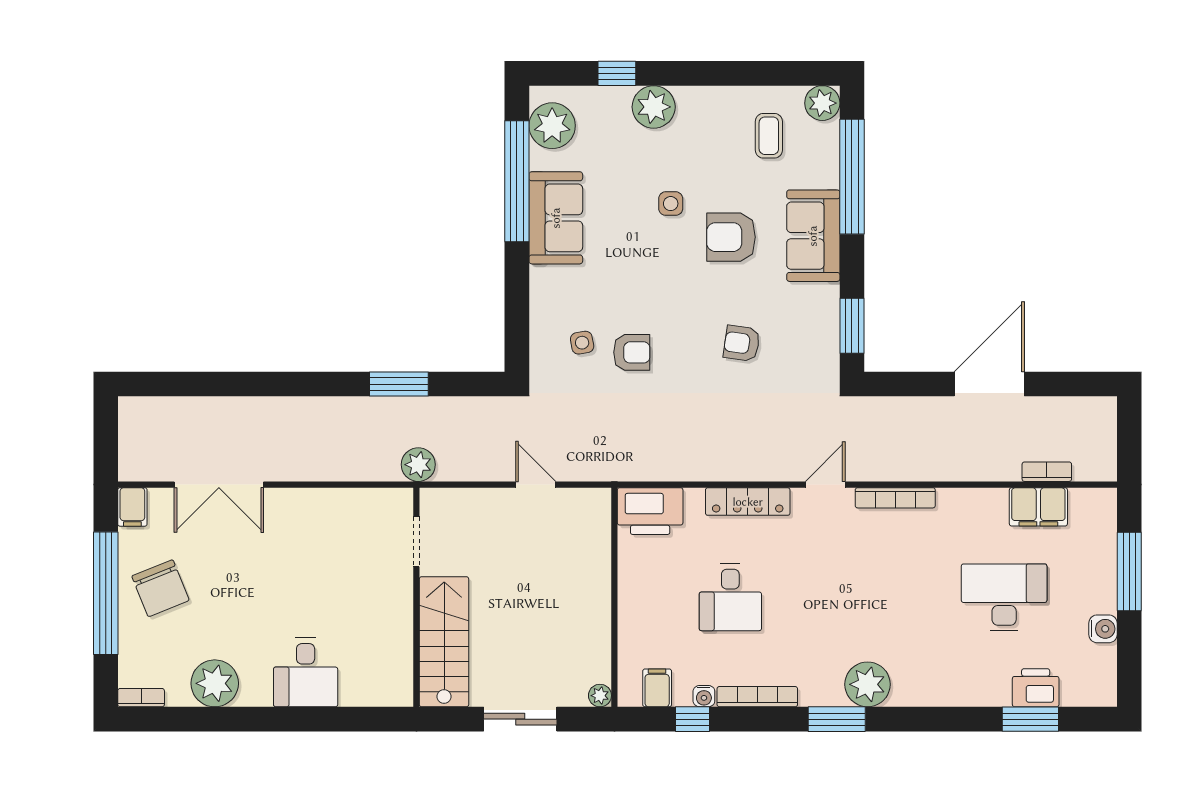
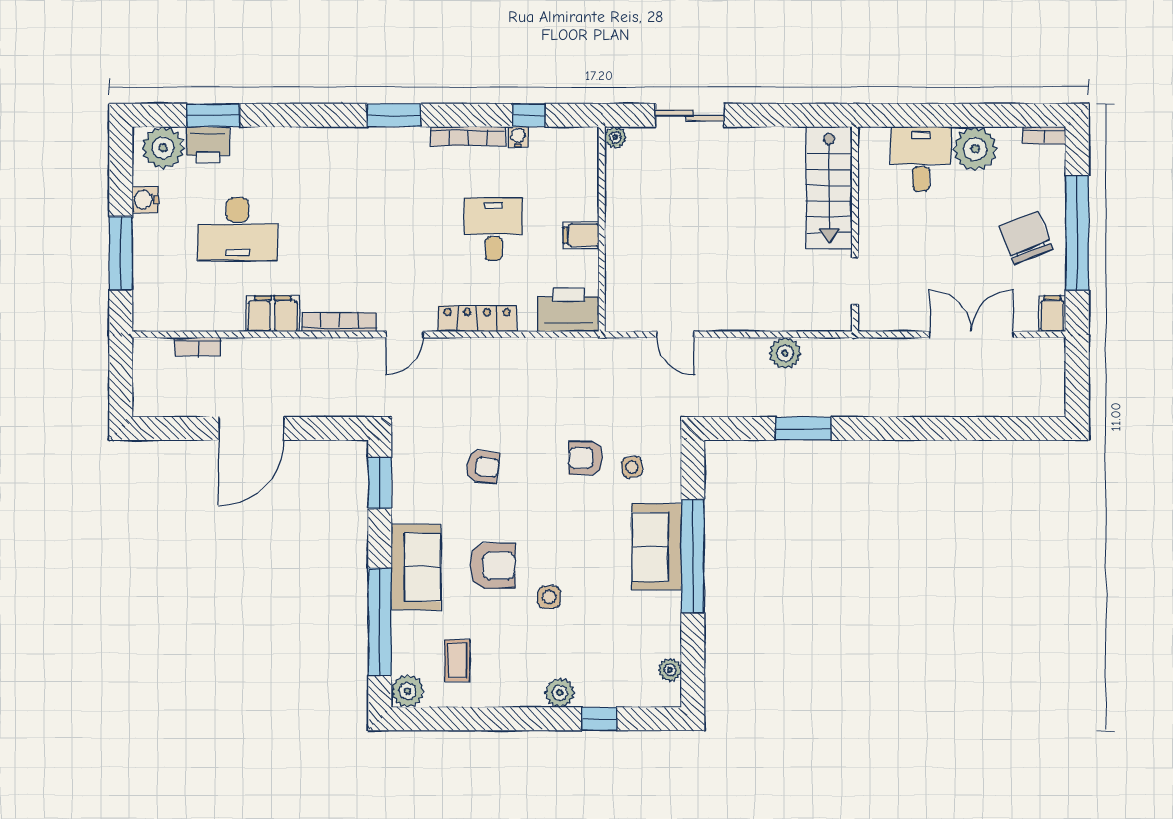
plant: (654, 107) -> (560, 693), width x0.73, depth x0.73
plant: (552, 126) -> (670, 670), width x0.53, depth x0.53
window: (517, 181) -> (693, 556), moved
sofa: (556, 218) -> (656, 547), moved
filing cabinet: (1038, 507) -> (273, 314), moved
doorway: (416, 542) -> (855, 281), moved
wall: (416, 597) -> (855, 229), moved
stairs: (444, 642) -> (829, 188), moved
desk: (306, 672) -> (921, 159), moved
plant: (868, 684) -> (163, 148), moved
filing cabinet: (657, 688) -> (581, 235), moved, turned 90

